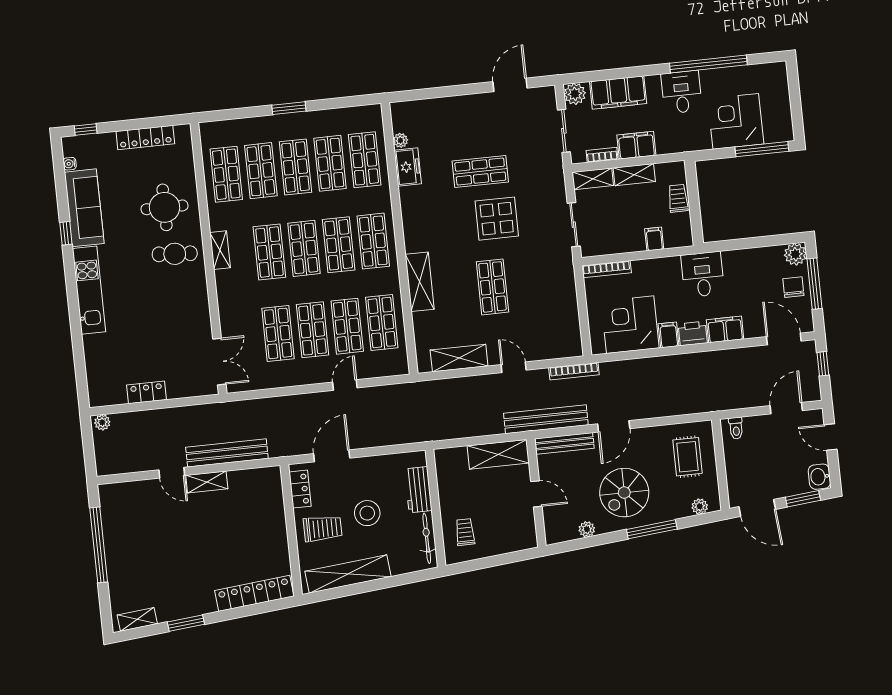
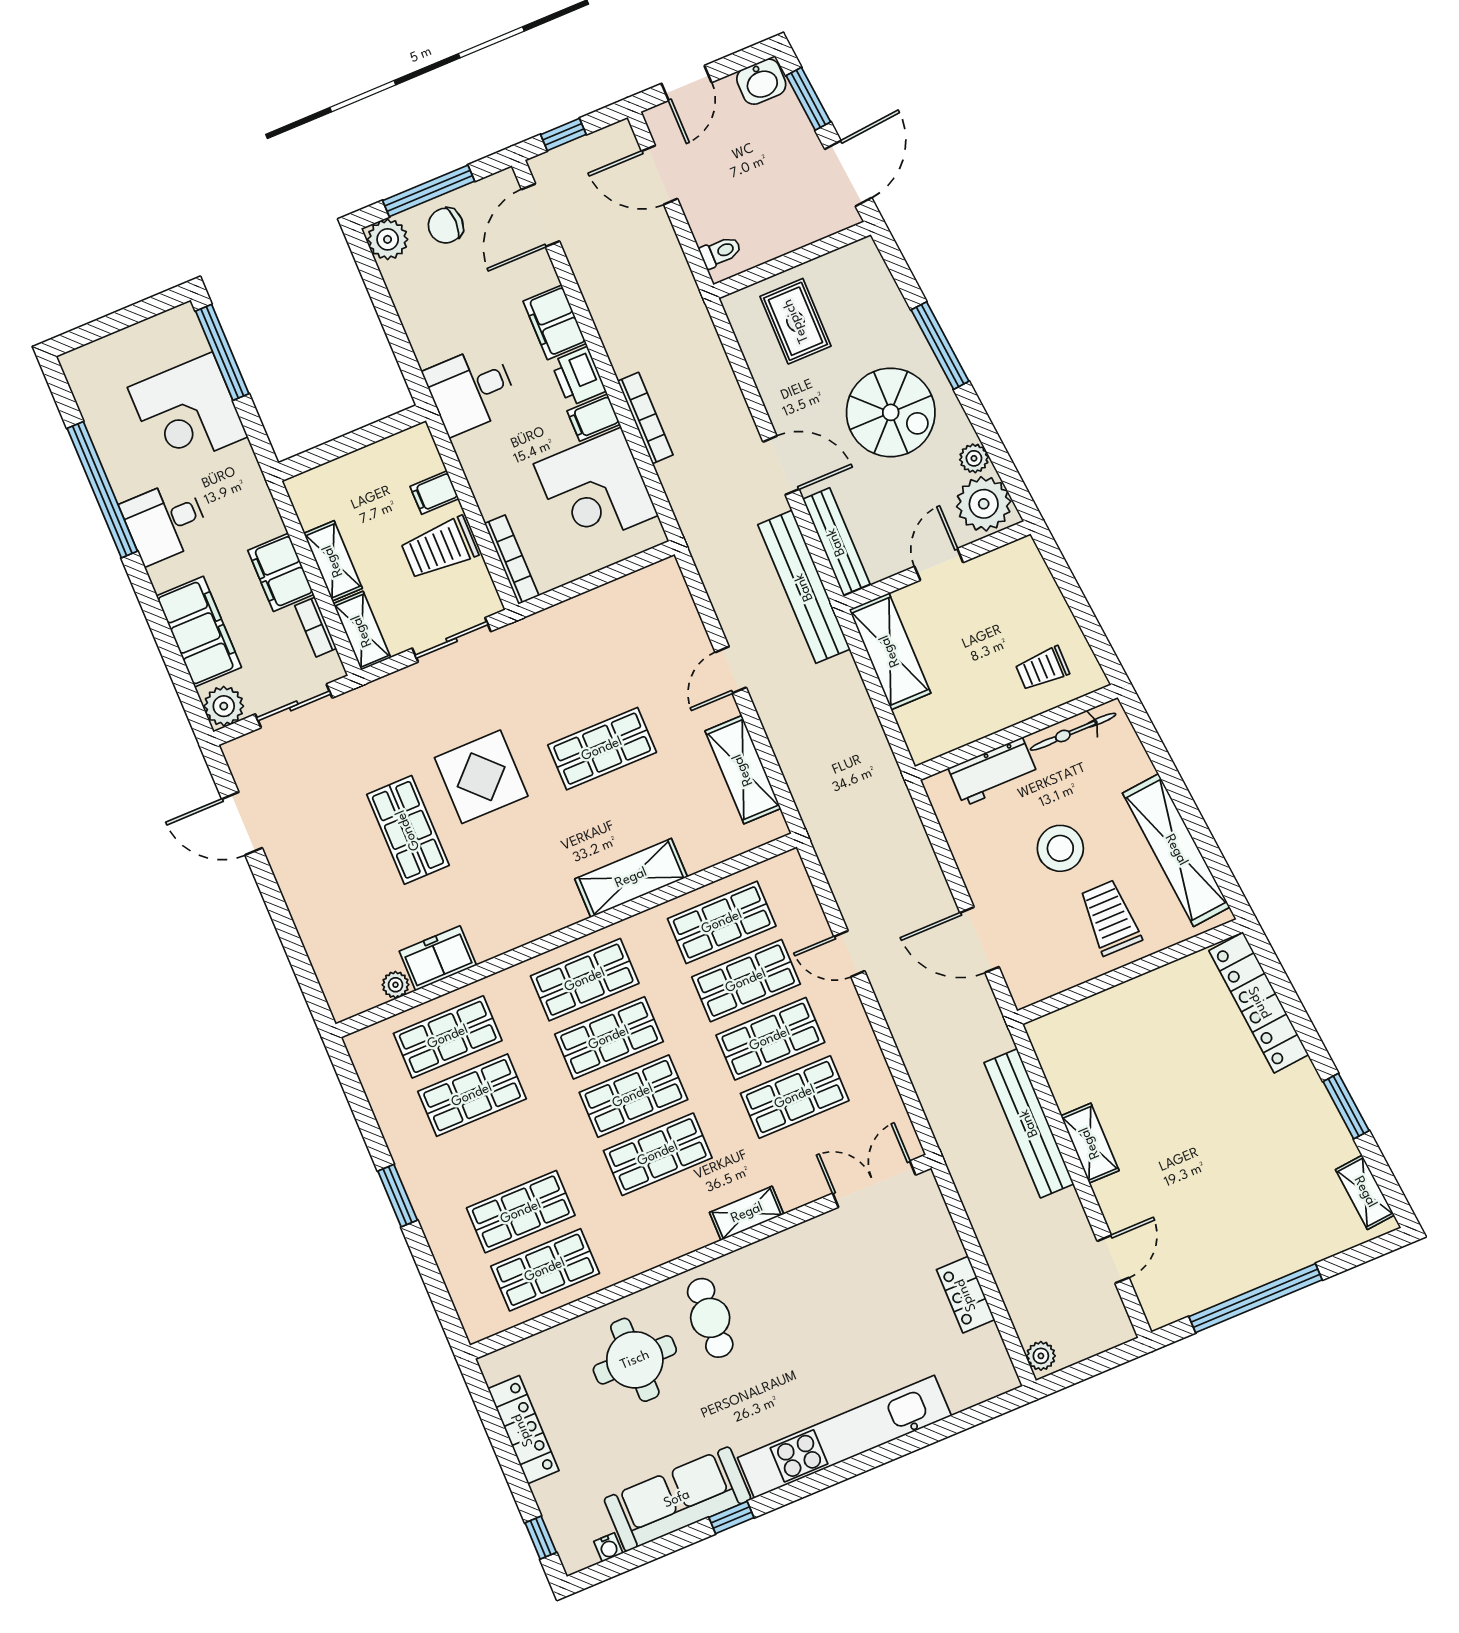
shop shelf: (295, 167) -> (496, 1153), removed
trolley: (678, 198) -> (440, 548), moved, width x1.36, depth x1.39
shelving: (220, 250) -> (747, 1213), moved
kitchen unit: (89, 290) -> (844, 1437), width x1.36
bookcase: (574, 371) -> (645, 418), moved
rug: (688, 457) -> (796, 321), turned 90
door: (172, 473) -> (1113, 1259), moved
locker: (300, 489) -> (1054, 978), removed
plant: (700, 506) -> (984, 504), moved, width x1.87, depth x1.87

